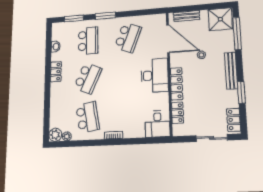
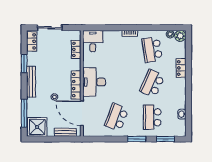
locker: (56, 72) -> (181, 68), moved
locker: (176, 84) -> (76, 85), moved

